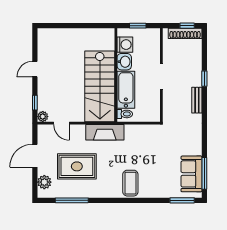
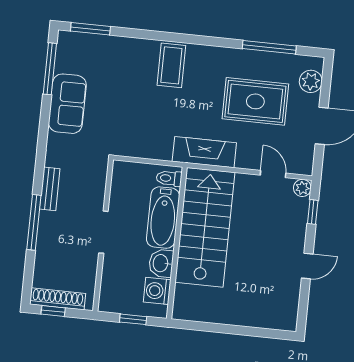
window: (204, 79) -> (34, 222), width x2.17
sofa: (191, 174) -> (67, 104), moved

